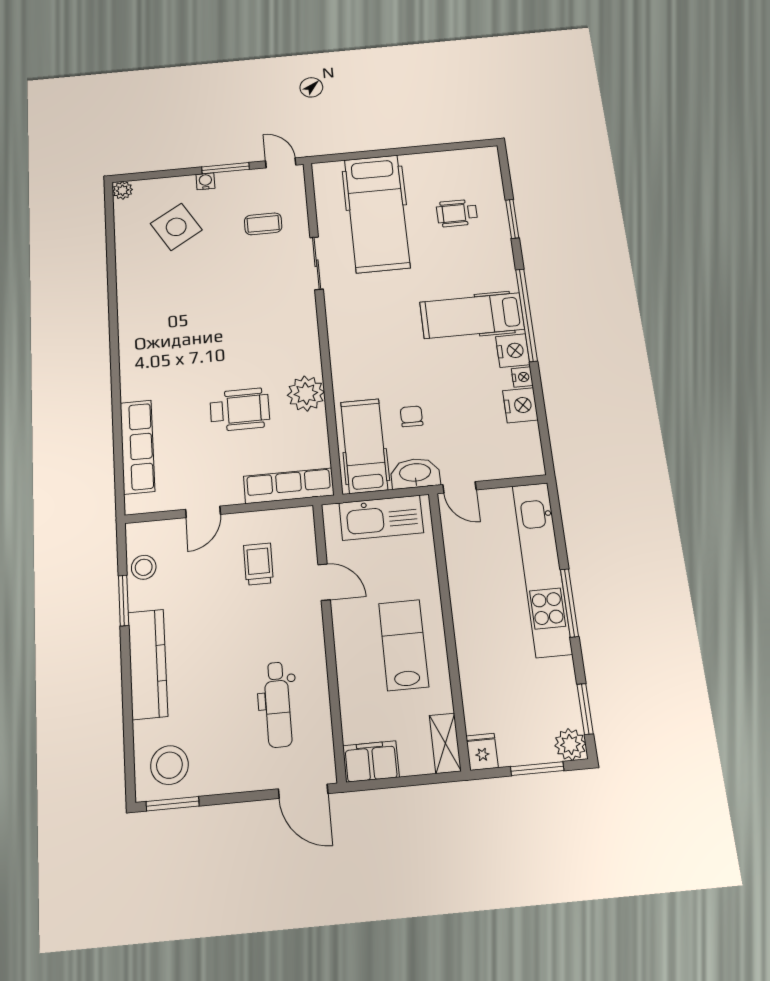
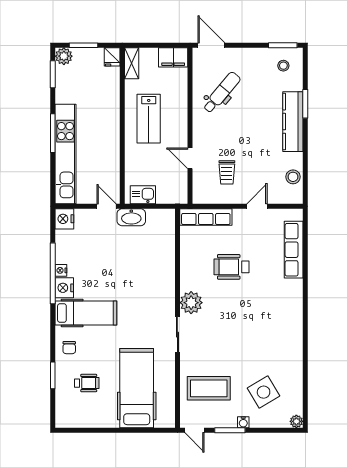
coffee table: (263, 224) -> (209, 388), width x1.86, depth x1.72
sliding door: (317, 263) -> (177, 335), moved
window: (527, 315) -> (53, 273), moved
plant: (306, 394) -> (191, 303), moved
nightstand: (520, 405) -> (64, 219), moved
chair: (412, 416) -> (69, 348), moved
hospital bed: (364, 446) -> (159, 237), removed
kitchen sink: (381, 518) -> (143, 195), width x0.53, depth x0.81
window: (124, 600) -> (305, 104), moved
dental chair: (278, 704) -> (222, 93), turned 40
stool: (169, 765) -> (283, 66), width x0.53, depth x0.53

